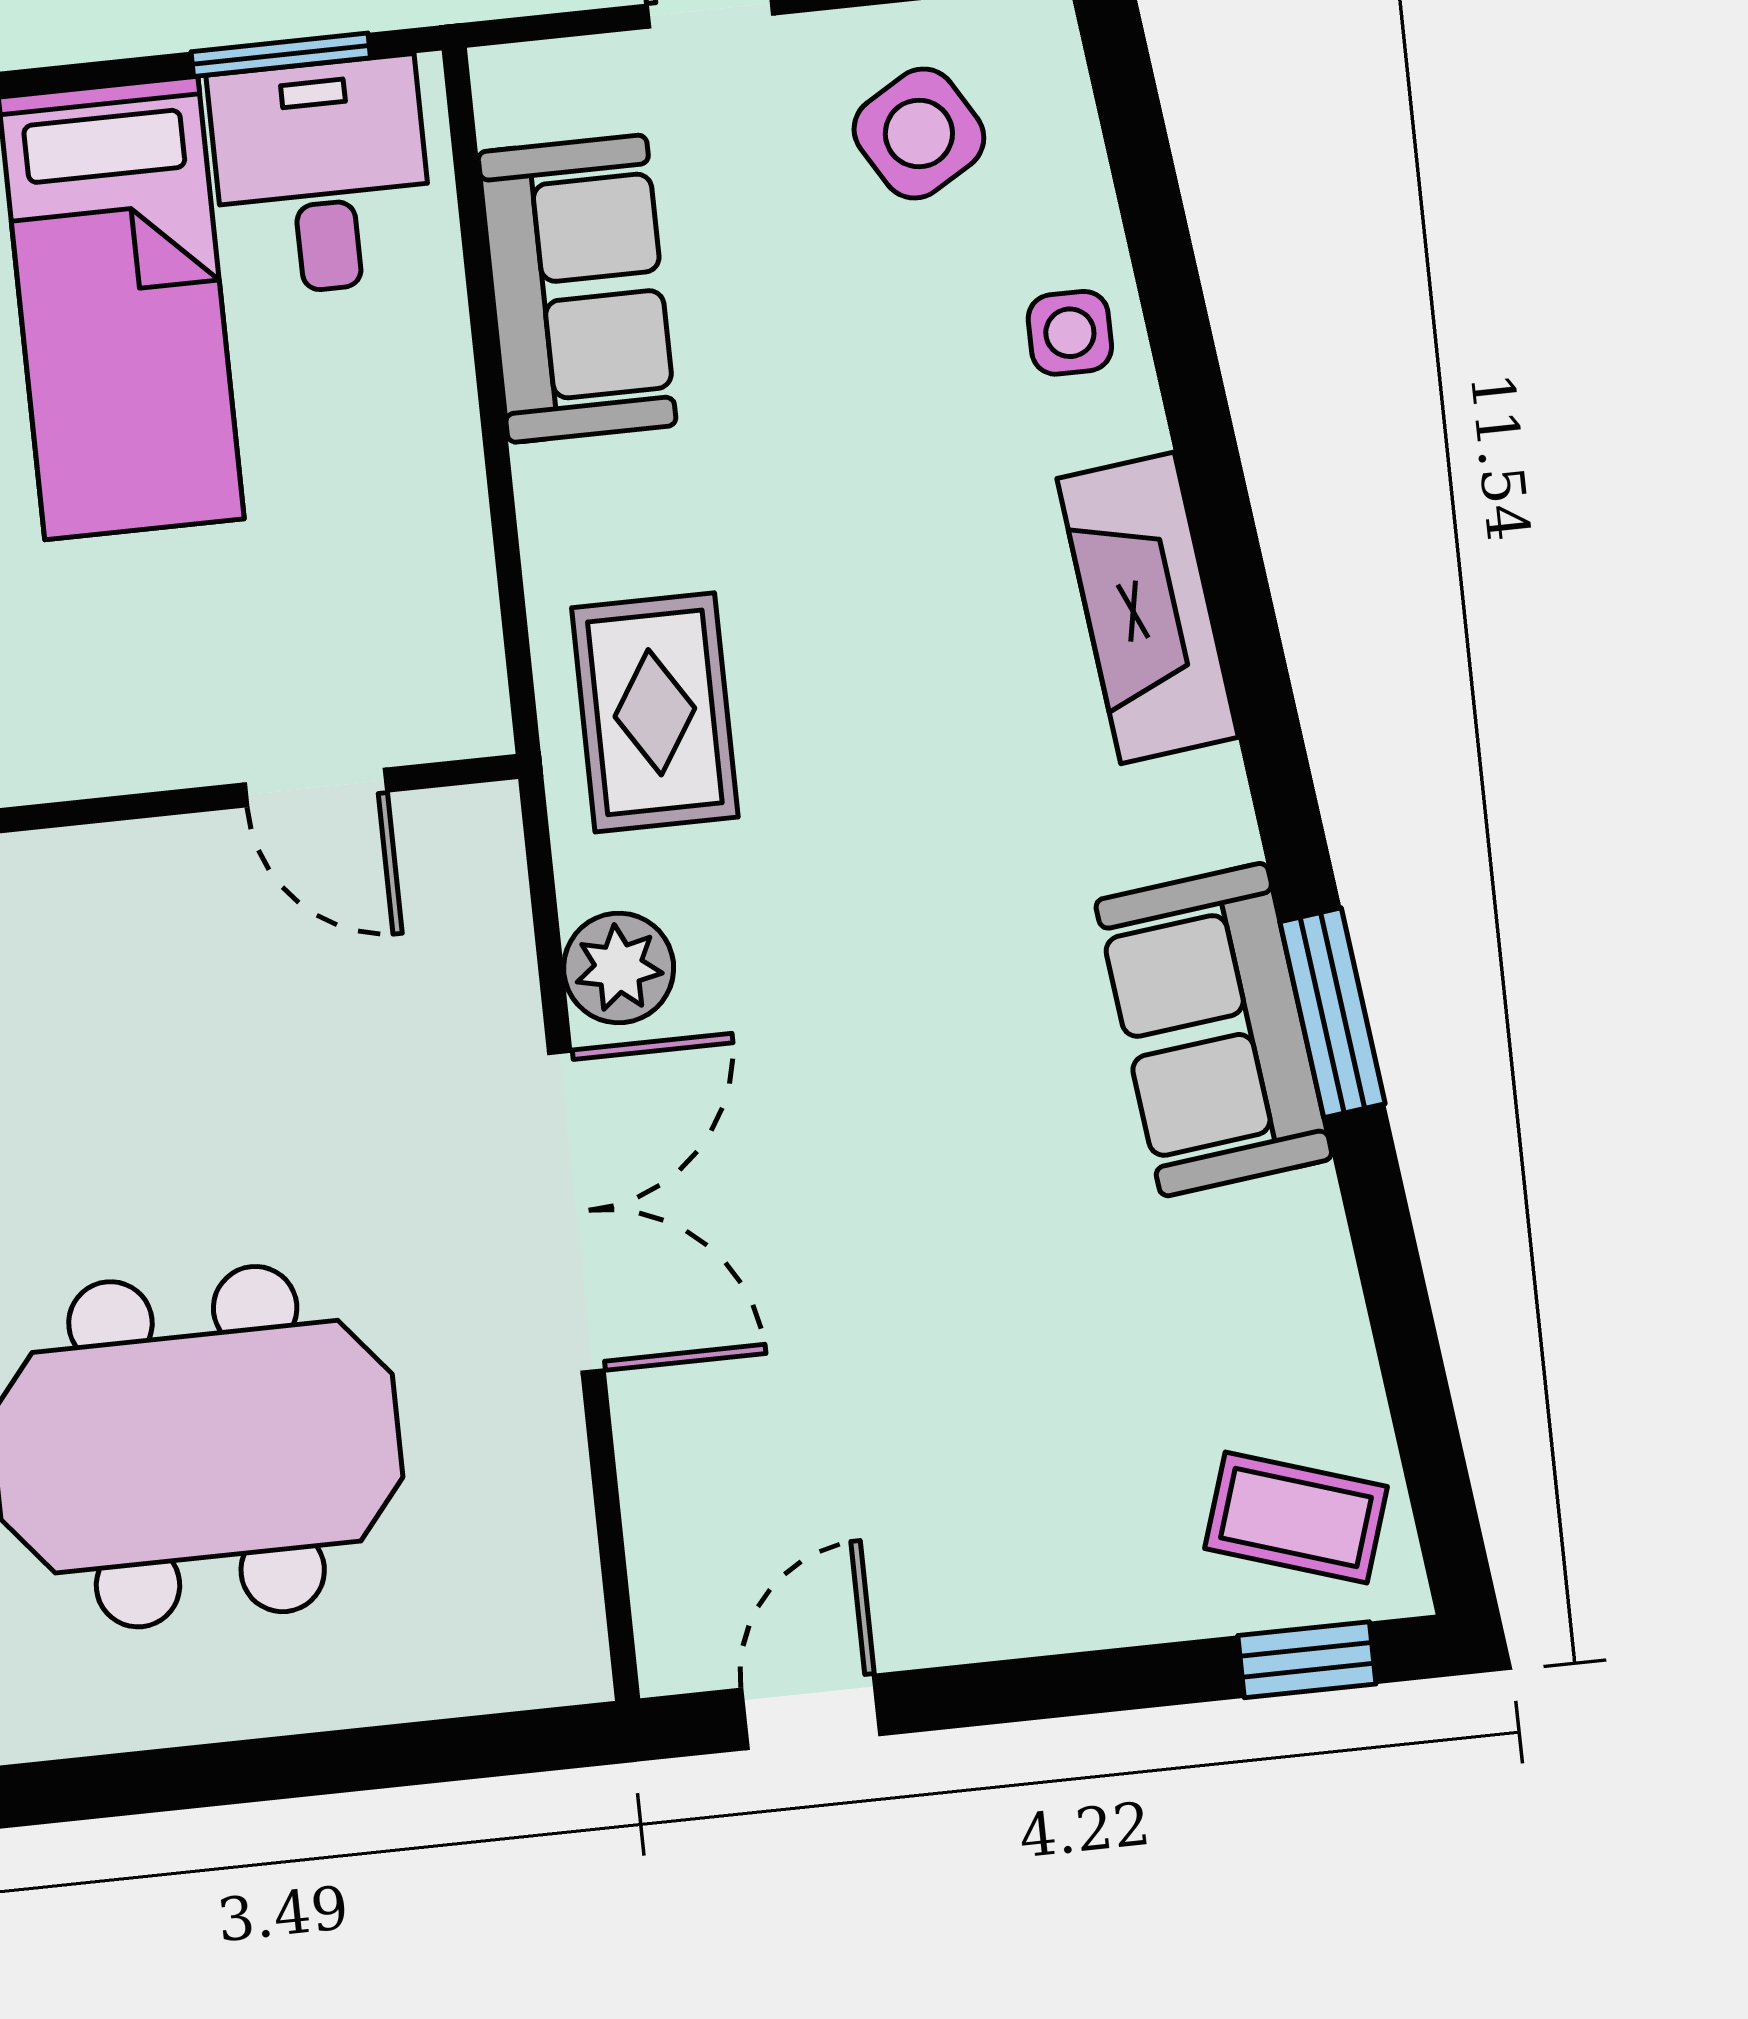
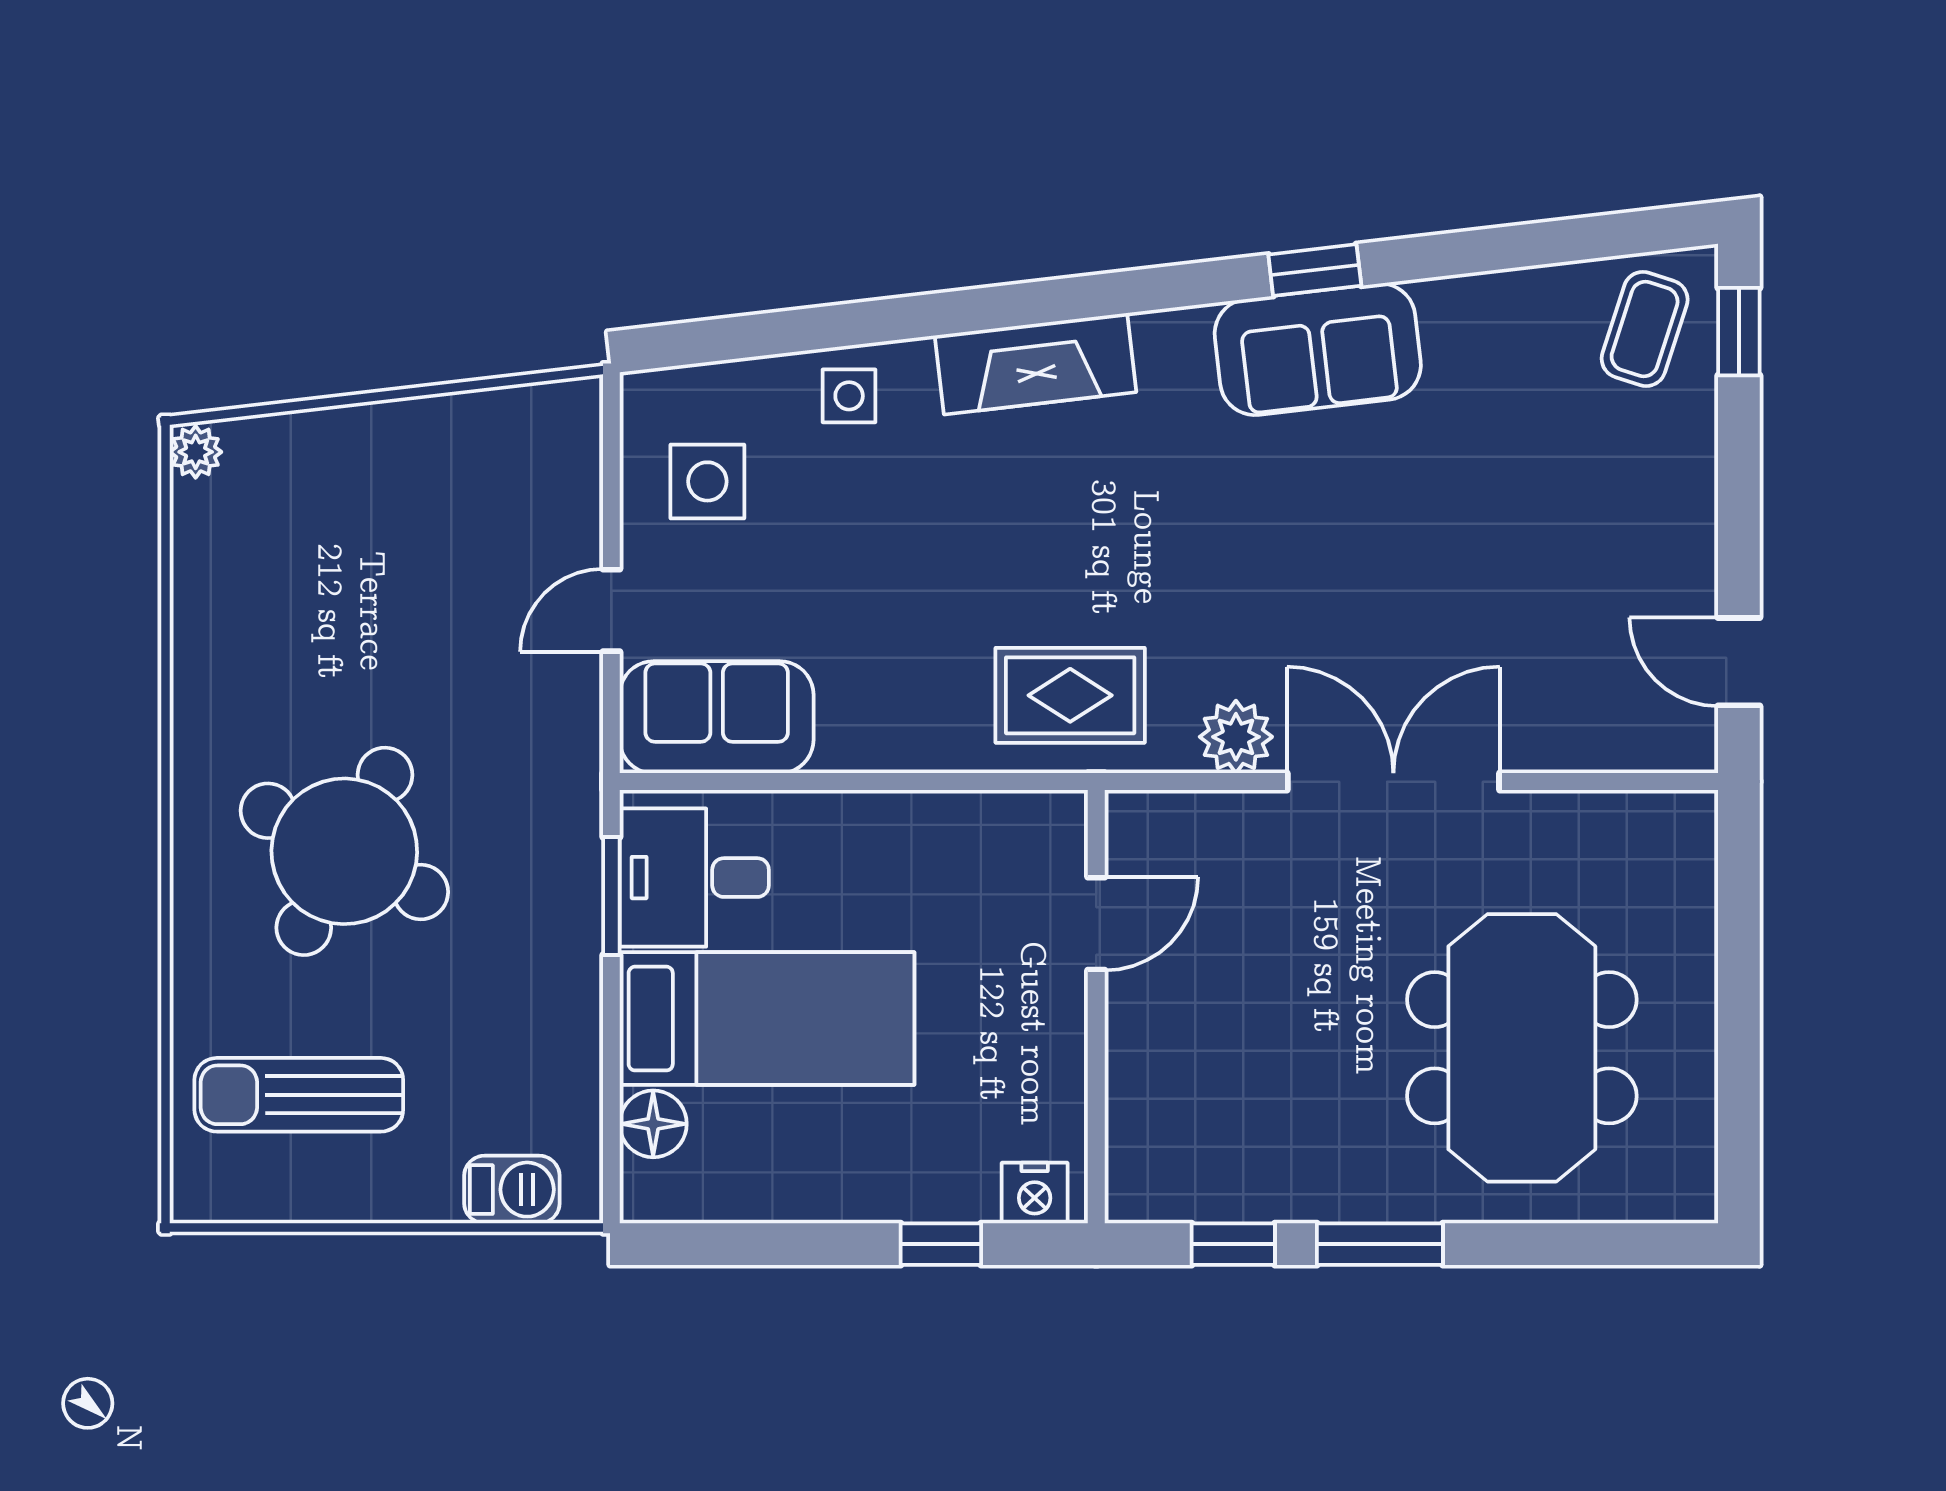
side table: (919, 133) -> (707, 481), turned 31
sofa: (577, 289) -> (717, 717), moved
window: (1333, 1013) -> (1315, 270), width x0.67

